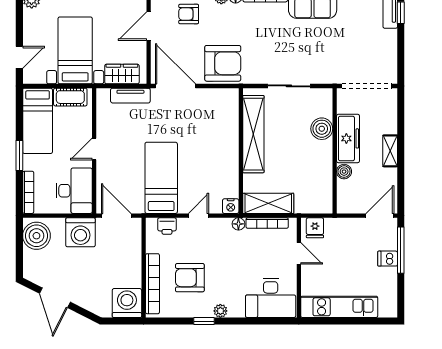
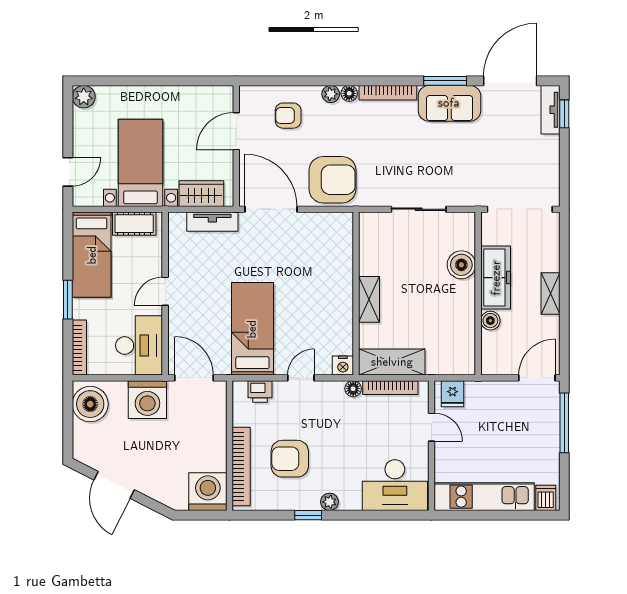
shelving: (253, 134) -> (369, 299), width x0.45, depth x0.75
dishwasher: (388, 259) -> (546, 498), moved, turned 90

